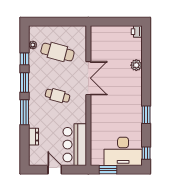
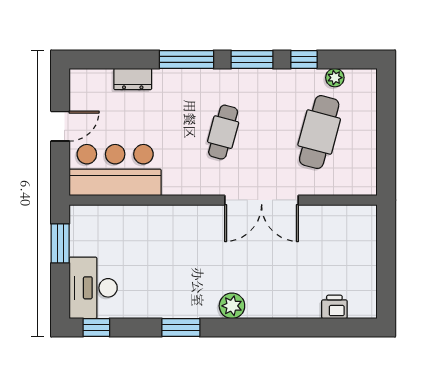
printer: (137, 32) -> (334, 307), moved
plant: (136, 65) -> (232, 306), moved
desk: (123, 151) -> (93, 288), width x0.73, depth x0.77

